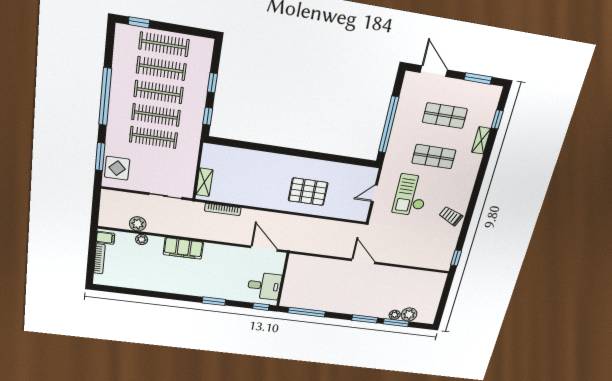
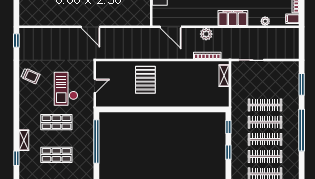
display table: (117, 168) -> (289, 77), removed
pallet: (308, 192) -> (145, 80), turned 90
checkout: (411, 195) -> (66, 89), turned 180
plant: (138, 224) -> (206, 34), moved

